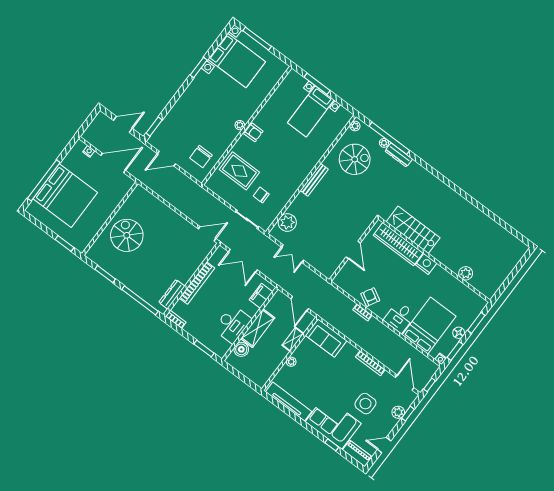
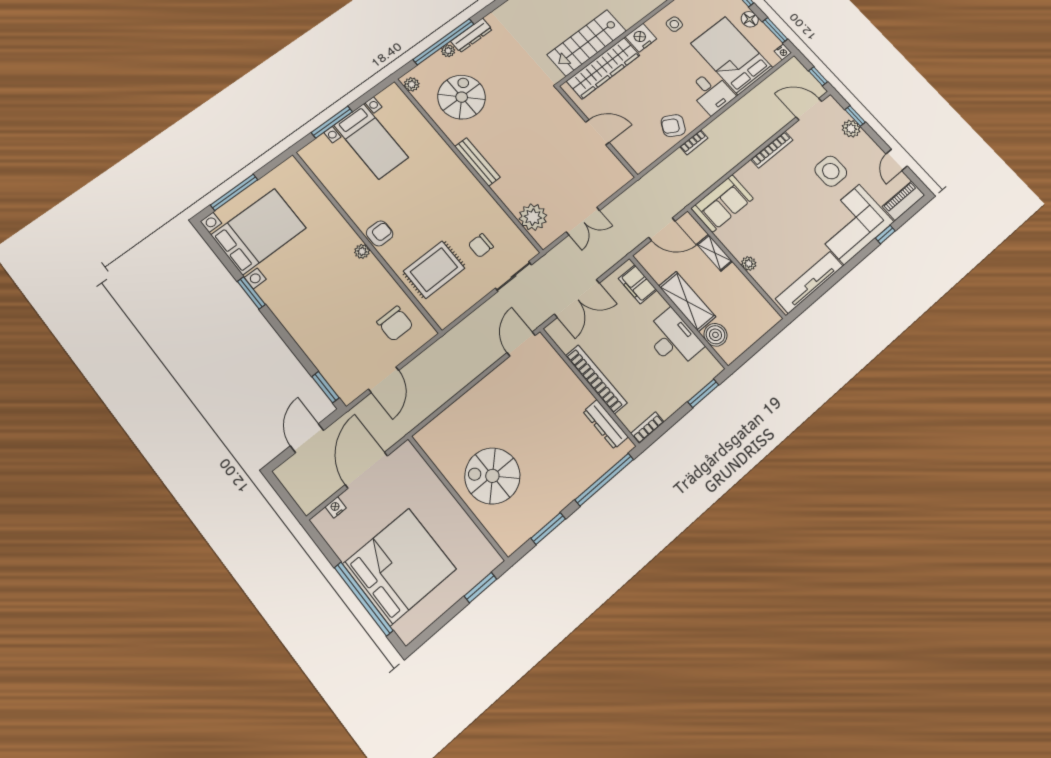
side table: (442, 284) -> (674, 24), added

